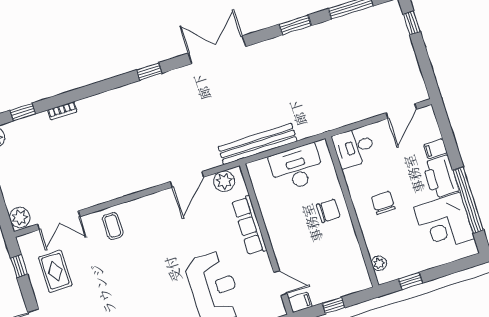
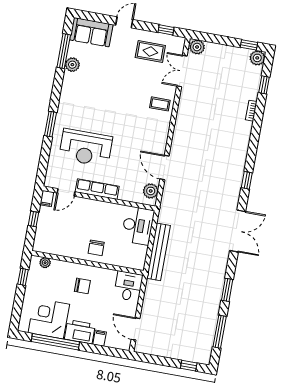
bench: (258, 144) -> (158, 252), moved
desk: (297, 168) -> (138, 226), moved
row of seats: (249, 226) -> (97, 189), moved

